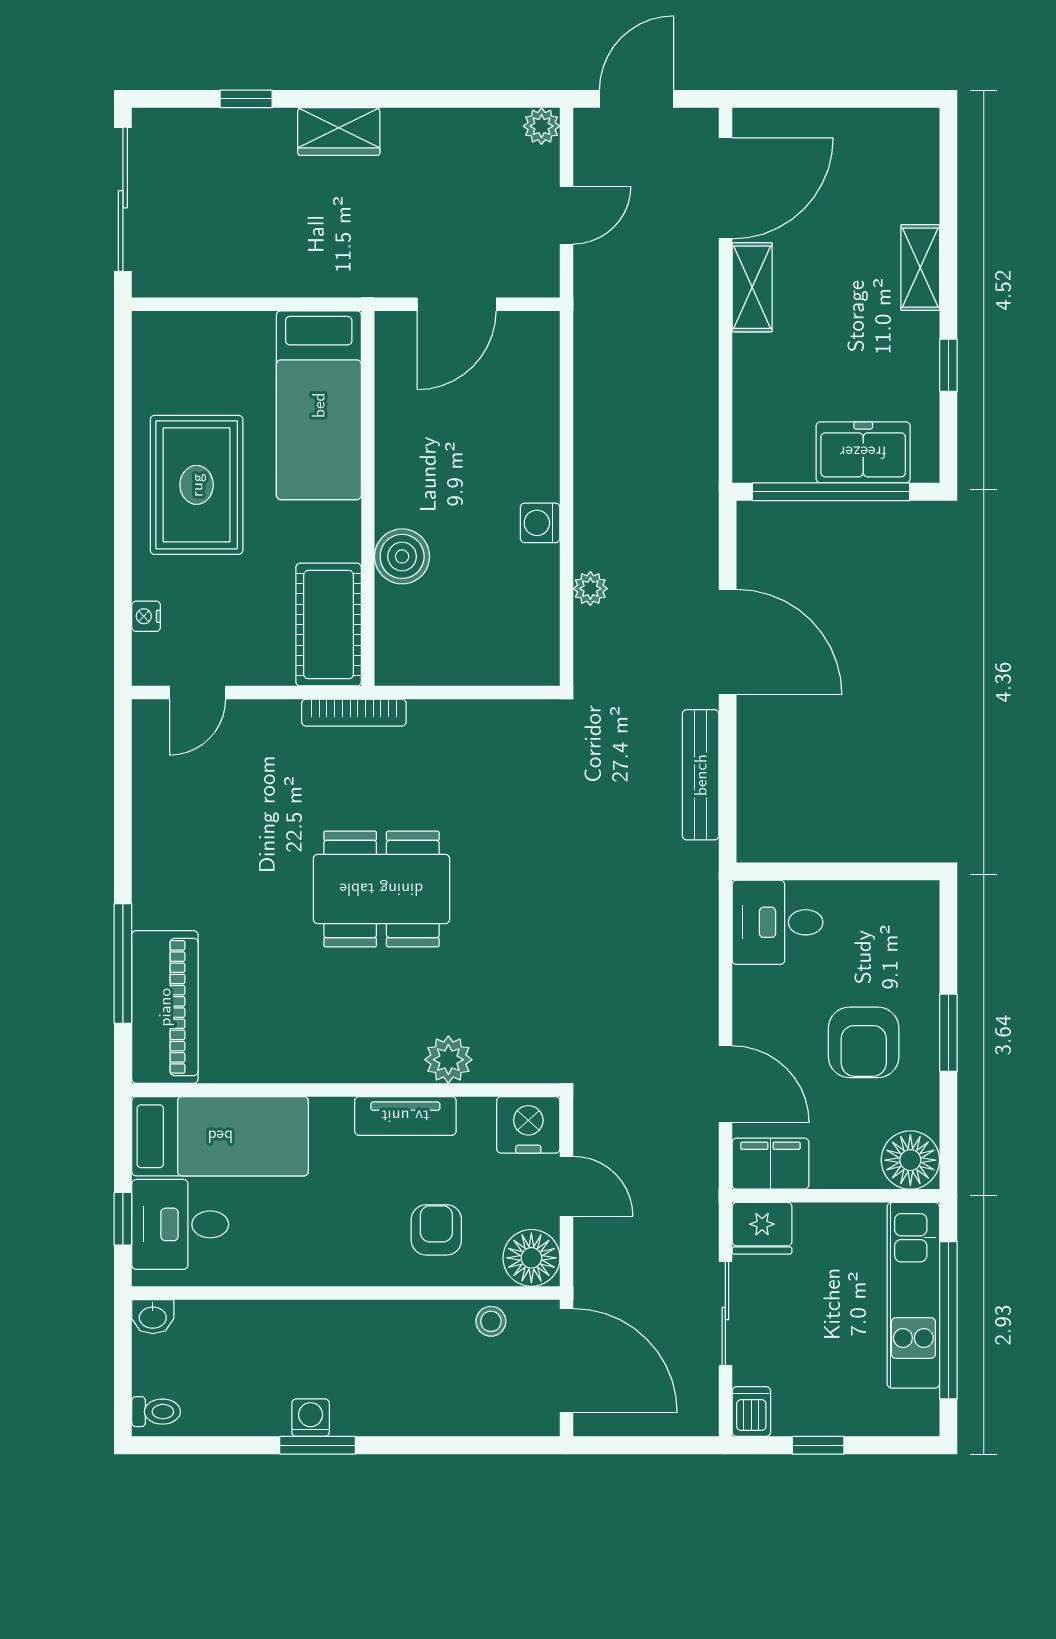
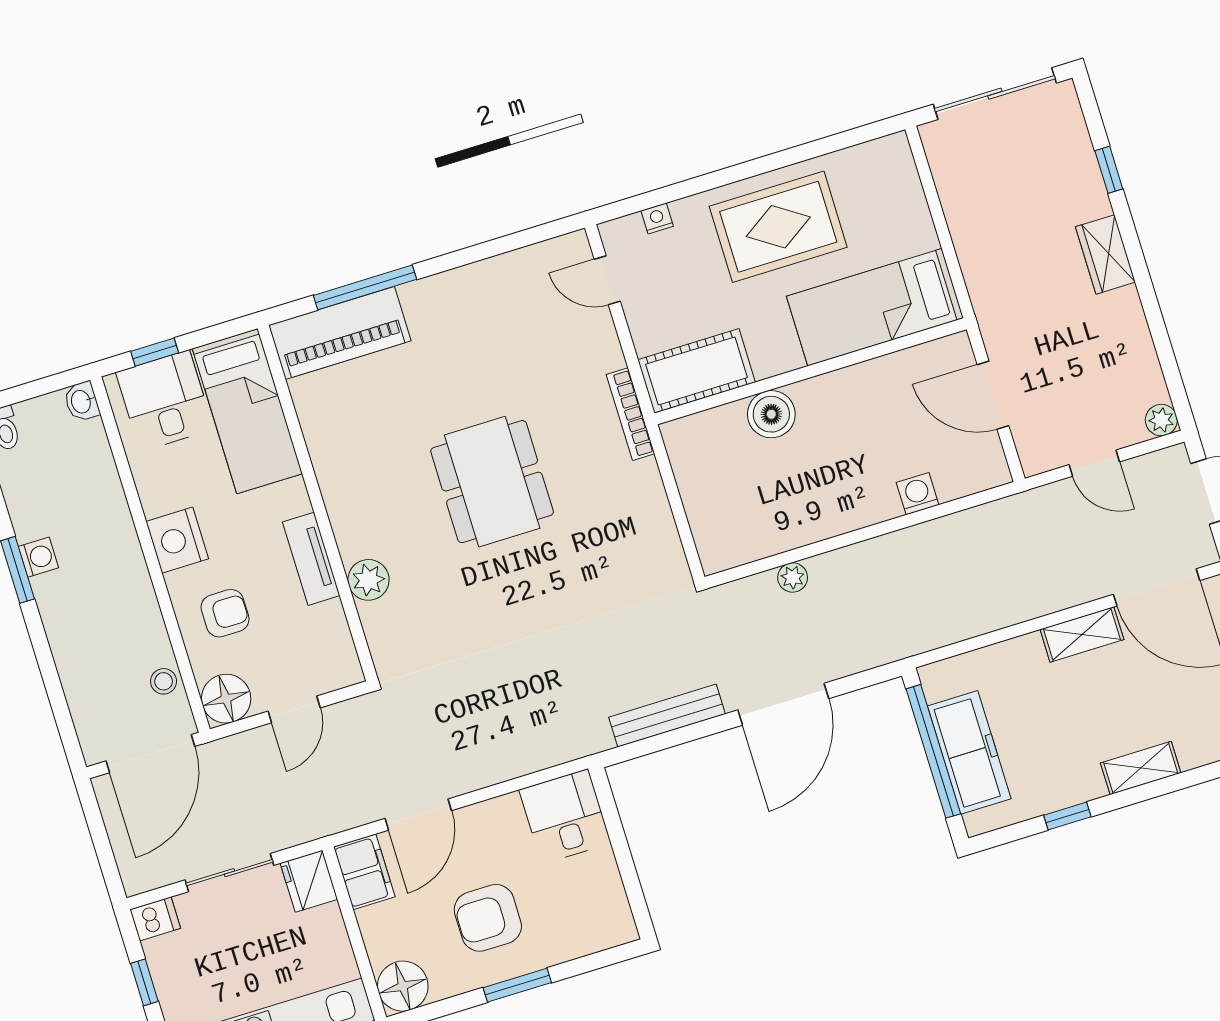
freezer: (863, 452) -> (969, 752), width x1.40
washing machine: (540, 523) -> (918, 494), moved
nightstand: (528, 1125) -> (177, 540), moved, turned 180

